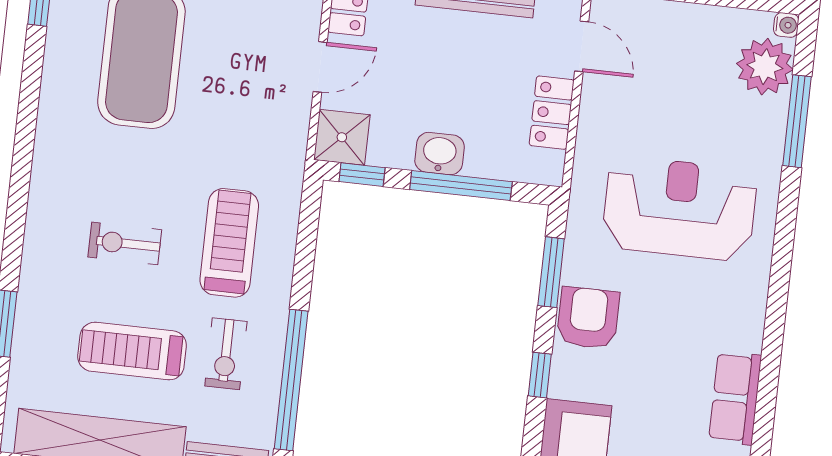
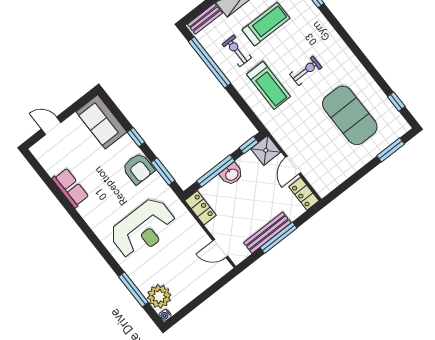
locker: (552, 113) -> (200, 208), moved
exercise bike: (125, 243) -> (306, 71), moved

